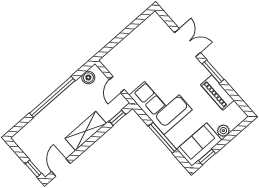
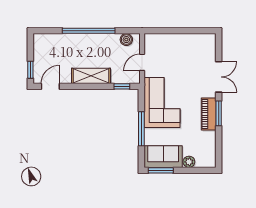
piano: (217, 92) -> (209, 114), moved
window: (207, 157) -> (161, 170), width x1.50

